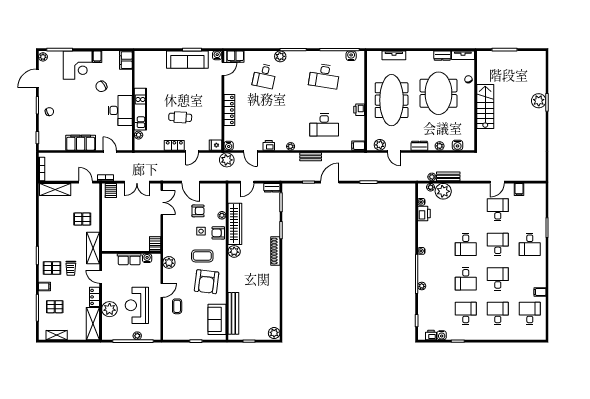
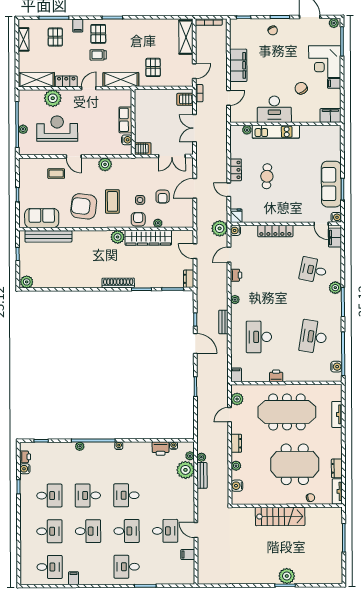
server rack: (155, 244) -> (143, 149), moved
wall: (131, 252) -> (133, 122), moved
water cooler: (147, 258) -> (127, 140), moved
row of seats: (129, 259) -> (125, 120), moved

